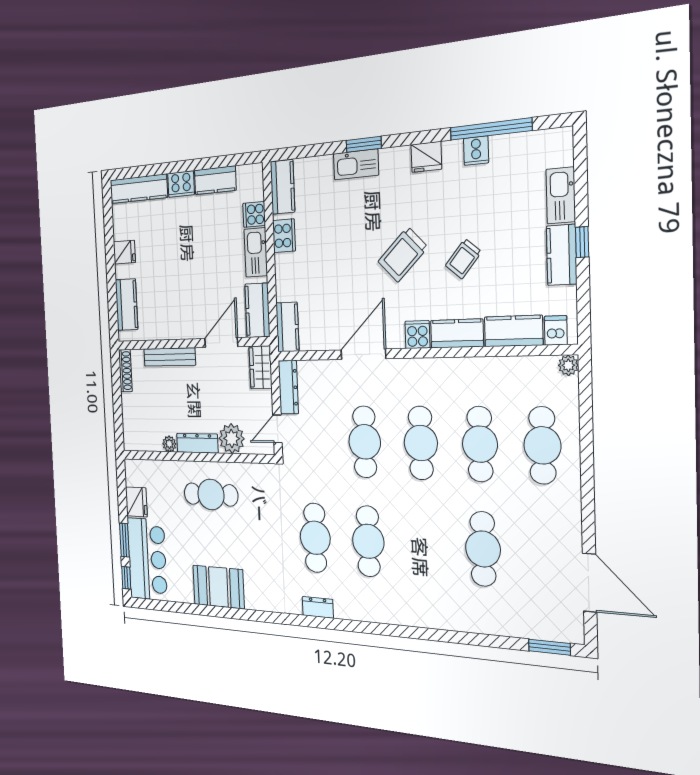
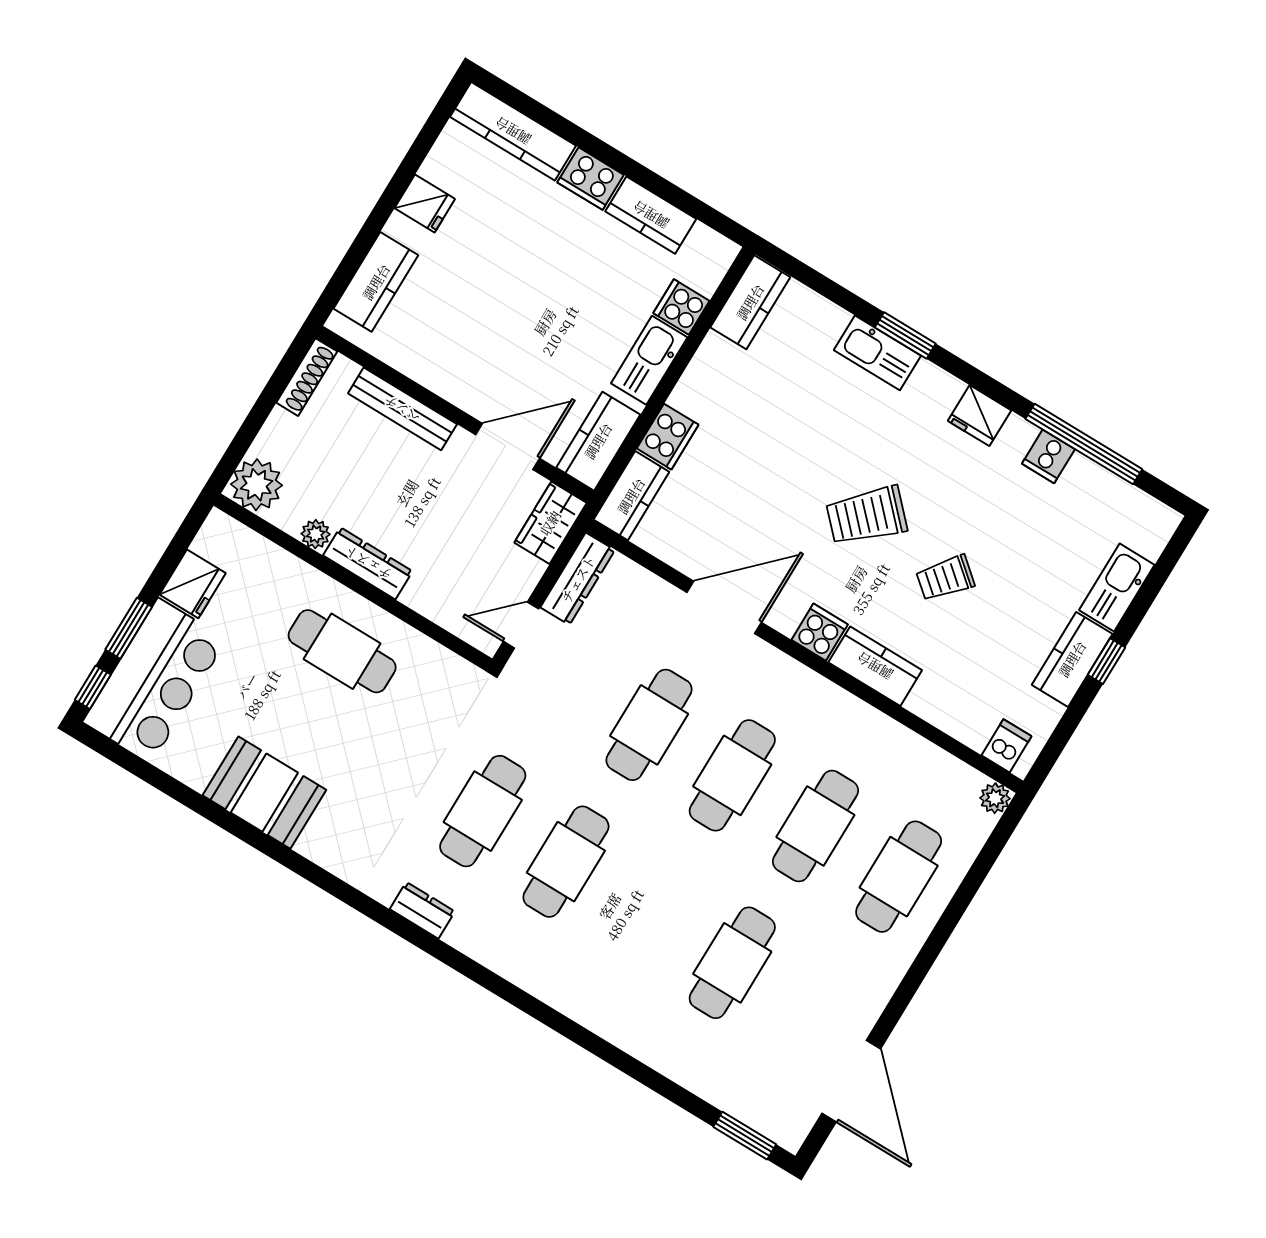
cooker: (284, 236) -> (668, 437), moved
kitchen counter: (514, 331) -> (952, 712), removed
plant: (232, 439) -> (257, 485), moved

